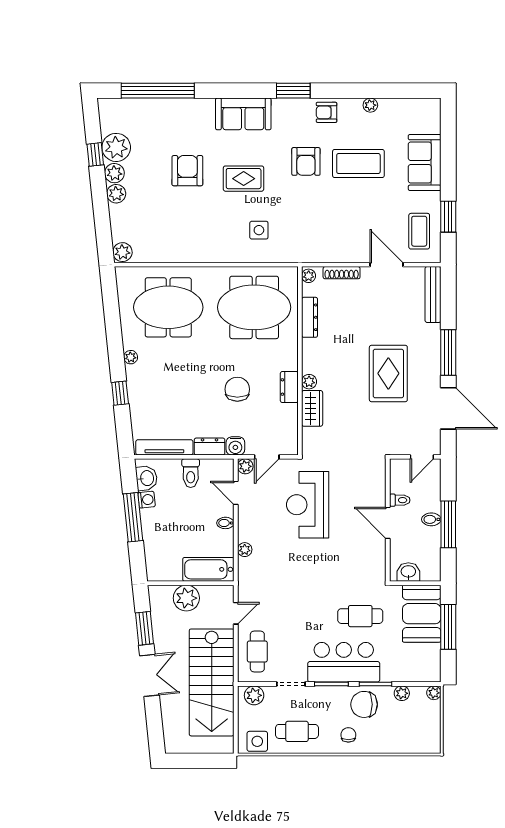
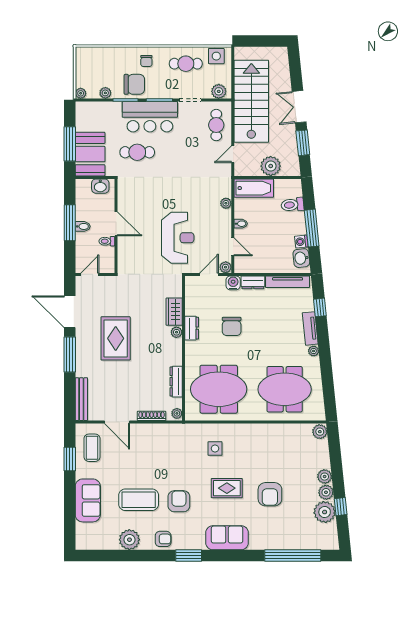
plant: (370, 105) -> (129, 540), width x1.87, depth x1.87
tv unit: (135, 387) -> (310, 328), added
window: (120, 393) -> (320, 307), moved
toilet: (191, 473) -> (292, 205), moved, turned -96

